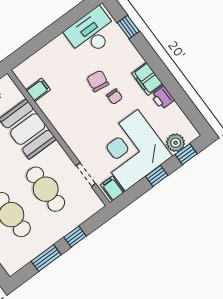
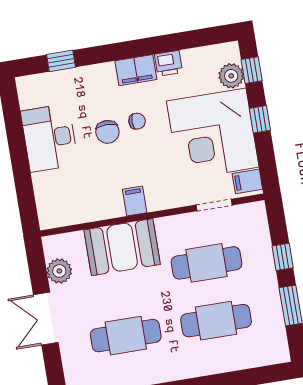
desk: (92, 33) -> (49, 138), moved
chair: (98, 81) -> (107, 132), turned -98
filing cabinet: (38, 90) -> (135, 201), moved

